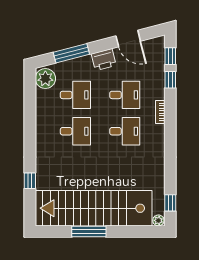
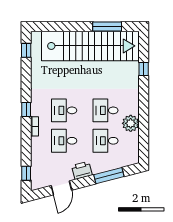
door: (128, 39) -> (61, 188), swing flipped
plant: (45, 79) -> (131, 123), moved
window: (170, 80) -> (26, 110), moved
plant: (158, 220) -> (36, 36), removed
window: (89, 231) -> (107, 27), moved

